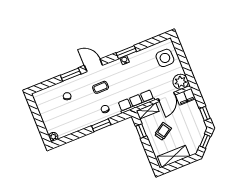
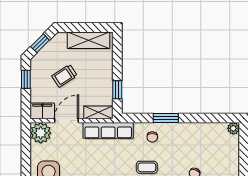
trolley: (163, 131) -> (64, 76), moved

